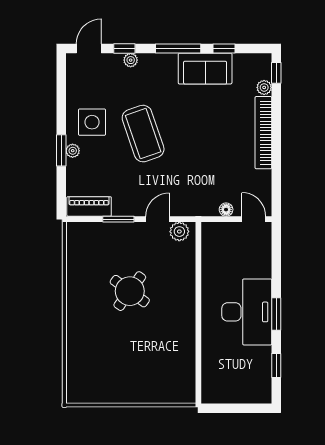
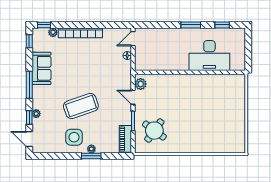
window: (224, 48) -> (29, 41), moved
round table: (130, 291) -> (154, 131), moved
desk: (247, 312) -> (209, 56), moved, turned 180

